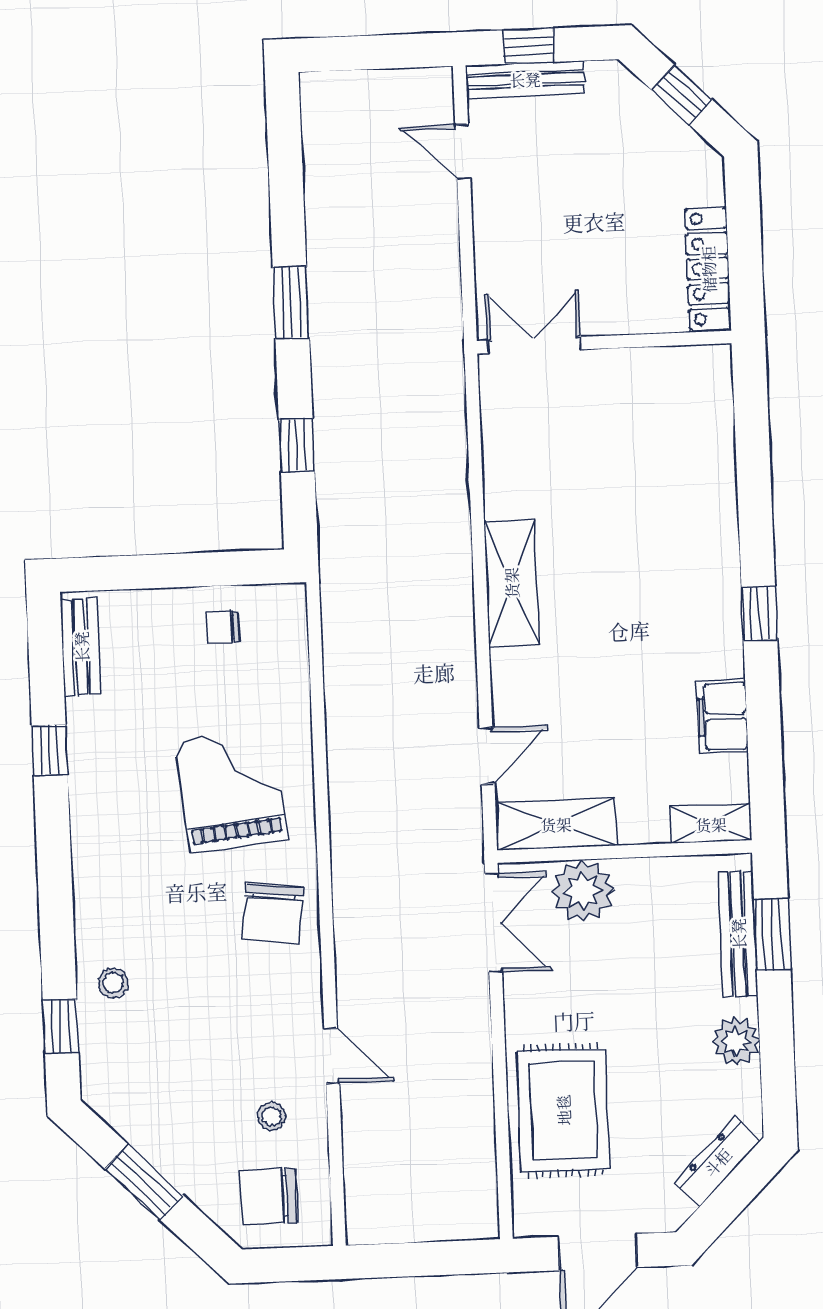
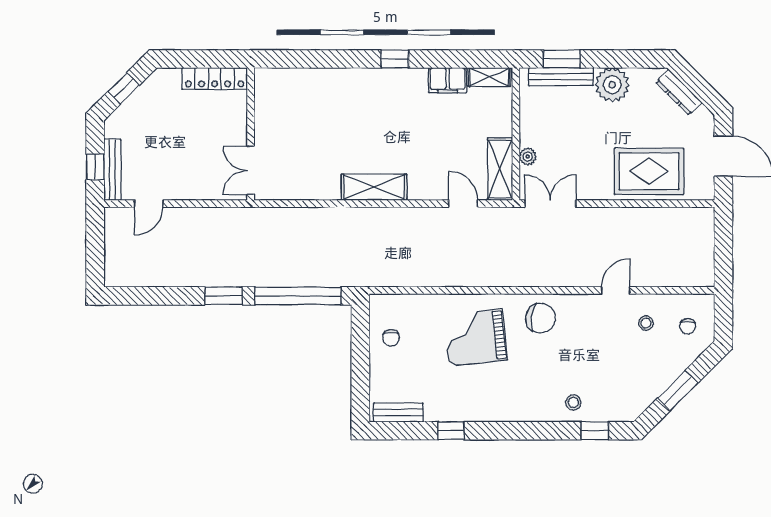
window: (297, 445) -> (298, 296), width x3.17
shelving: (711, 824) -> (489, 77), moved, turned 90
plant: (583, 891) -> (528, 157), width x0.53, depth x0.53
plant: (736, 1041) -> (612, 85), width x1.36, depth x1.36
chair: (268, 1197) -> (688, 326), width x0.54, depth x0.54

